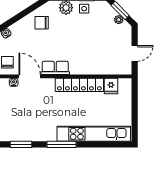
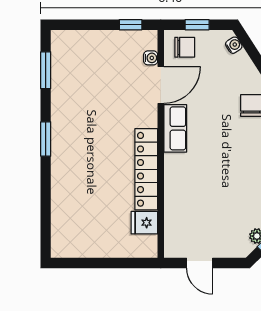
kitchen unit: (94, 134) -> (64, 194), removed
window: (61, 144) -> (46, 139), width x0.69

